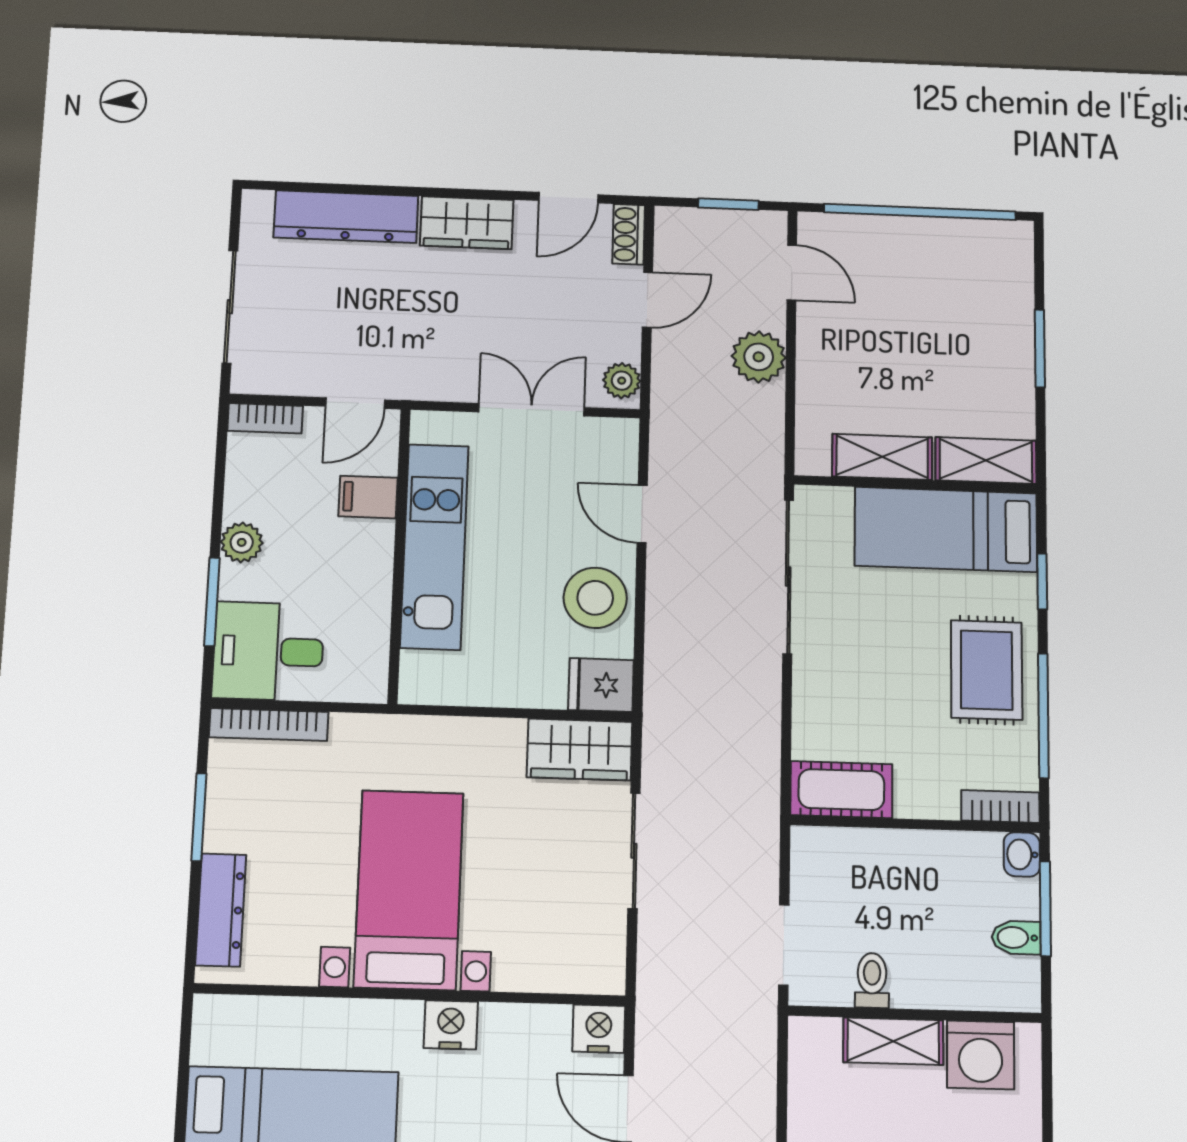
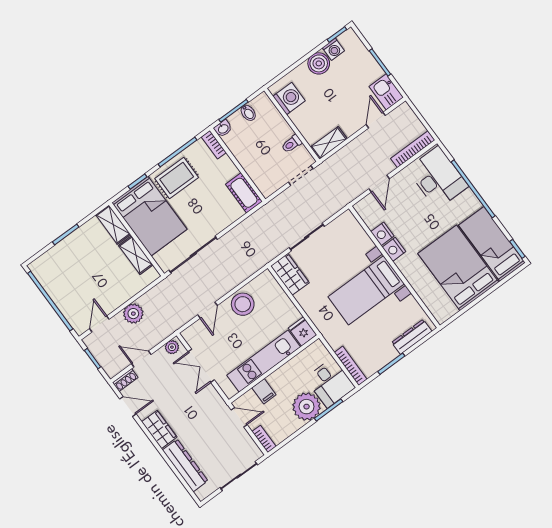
bed: (946, 529) -> (149, 216), width x1.50
plant: (242, 542) -> (307, 407), width x1.87, depth x1.87
fridge: (601, 685) -> (303, 331), moved, turned 180
nightstand: (599, 1029) -> (382, 234), moved
shelving: (893, 1041) -> (329, 143), moved, turned 90

